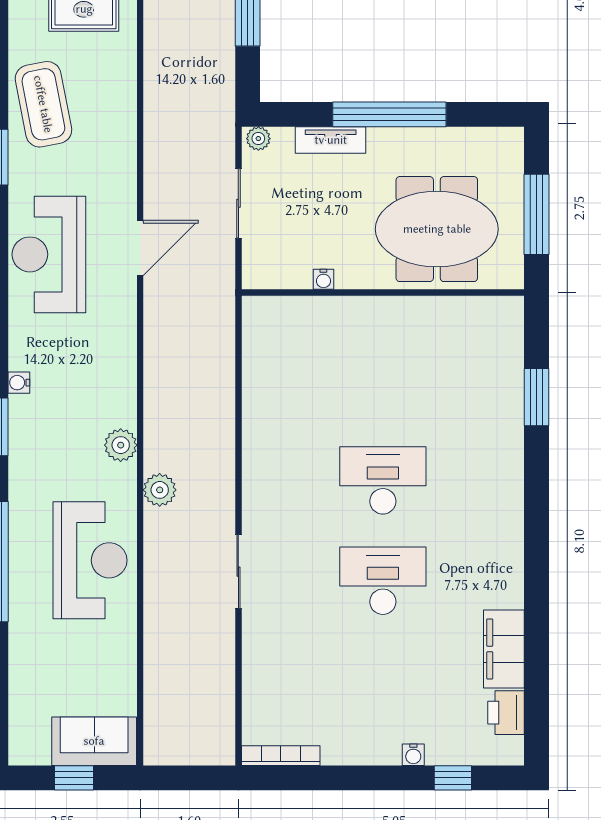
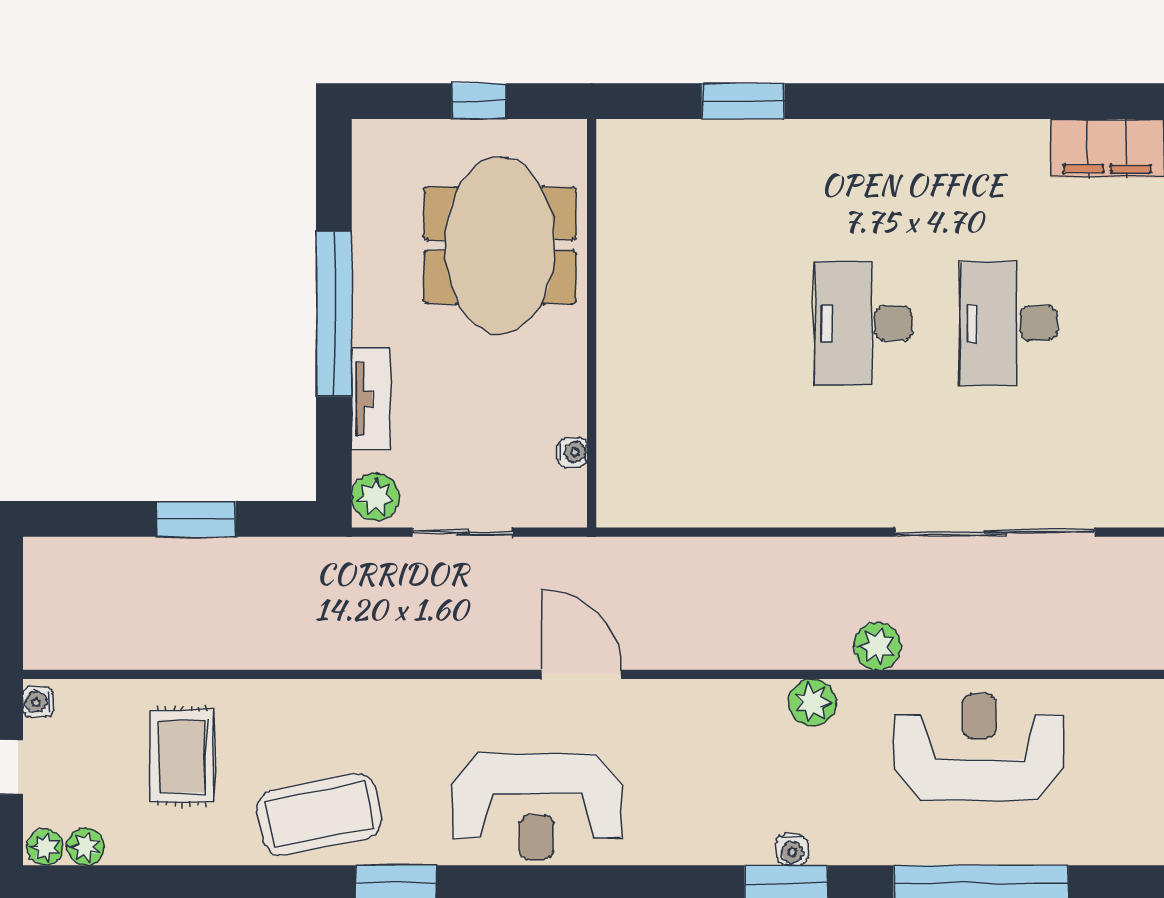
plant: (258, 139) -> (375, 497), width x1.38, depth x1.38
window: (536, 214) -> (479, 101), width x0.46
door: (140, 248) -> (581, 674), moved
water cooler: (323, 279) -> (573, 452), moved
water cooler: (19, 383) -> (792, 850), moved
sliding door: (238, 572) -> (995, 532), width x1.86

